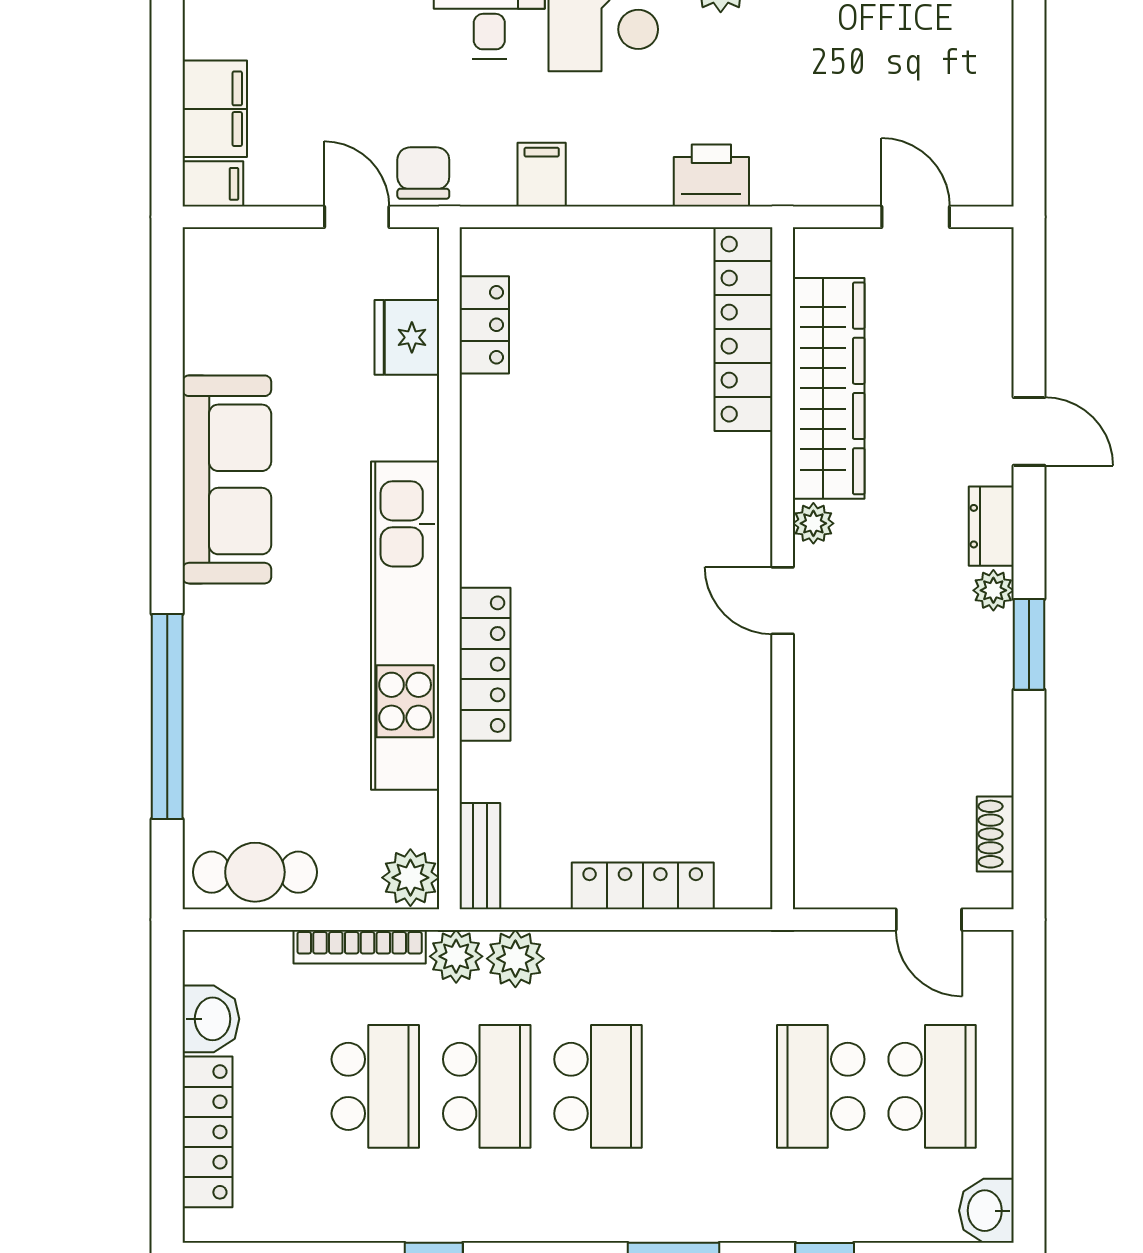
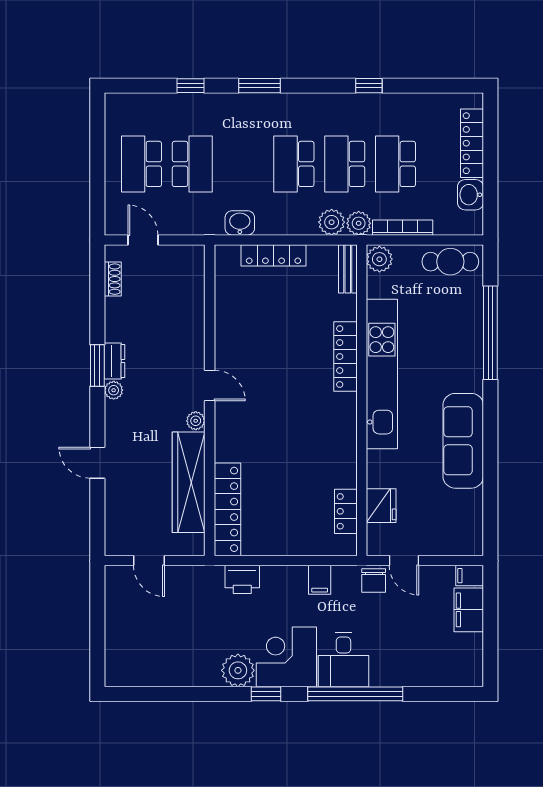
dresser: (991, 526) -> (115, 361), moved
washbasin: (986, 1211) -> (240, 223), moved, turned -90

